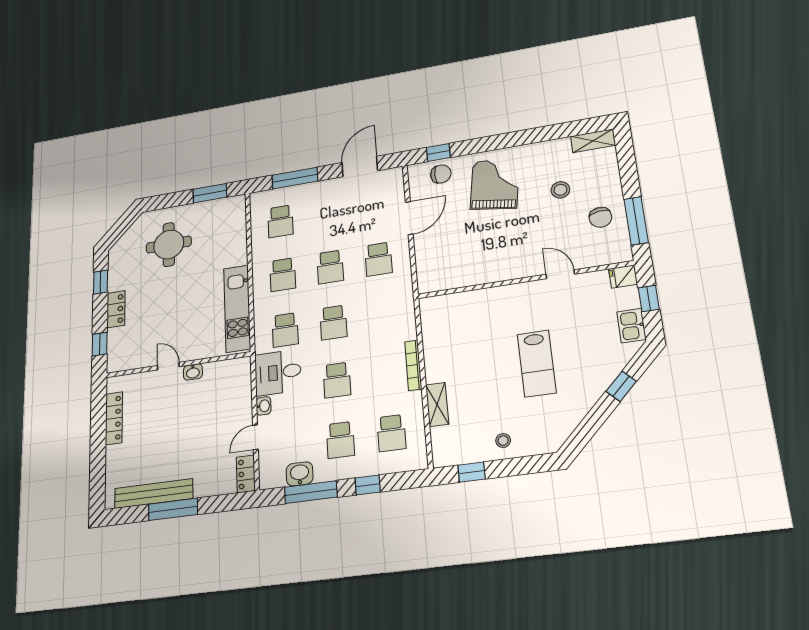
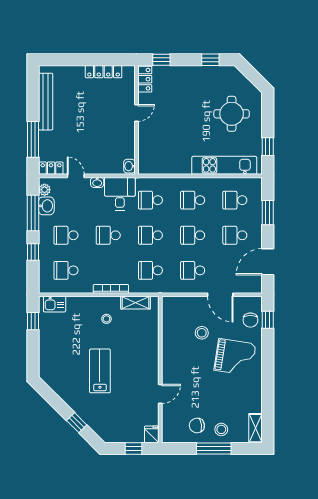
door: (360, 167) -> (268, 262), swing flipped
window: (295, 178) -> (268, 213), width x0.69
stool: (560, 190) -> (221, 429), moved
window: (210, 193) -> (268, 147), width x0.67
school desk: (327, 213) -> (235, 235), added
window: (636, 221) -> (214, 448), moved
stool: (465, 233) -> (202, 333), added
kitchen unit: (237, 308) -> (224, 165), moved
locker: (116, 309) -> (145, 79), moved, turned -90
school desk: (383, 315) -> (150, 270), added
kitchen sink: (631, 326) -> (55, 304), moved, turned 180
lab bench: (537, 363) -> (100, 371), turned 90
washbasin: (193, 372) -> (129, 166), moved
shelving: (437, 405) -> (136, 303), moved
stool: (503, 441) -> (106, 319), moved
plant: (276, 479) -> (45, 190), added
window: (173, 509) -> (33, 139), moved

